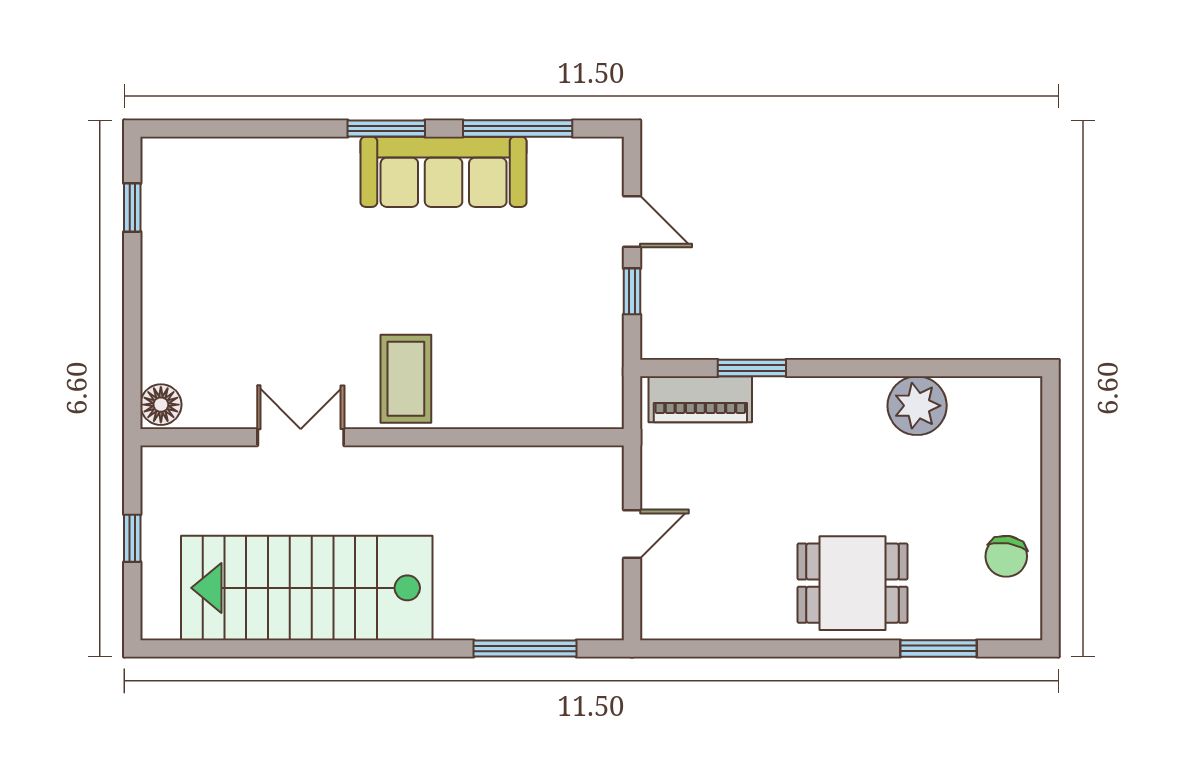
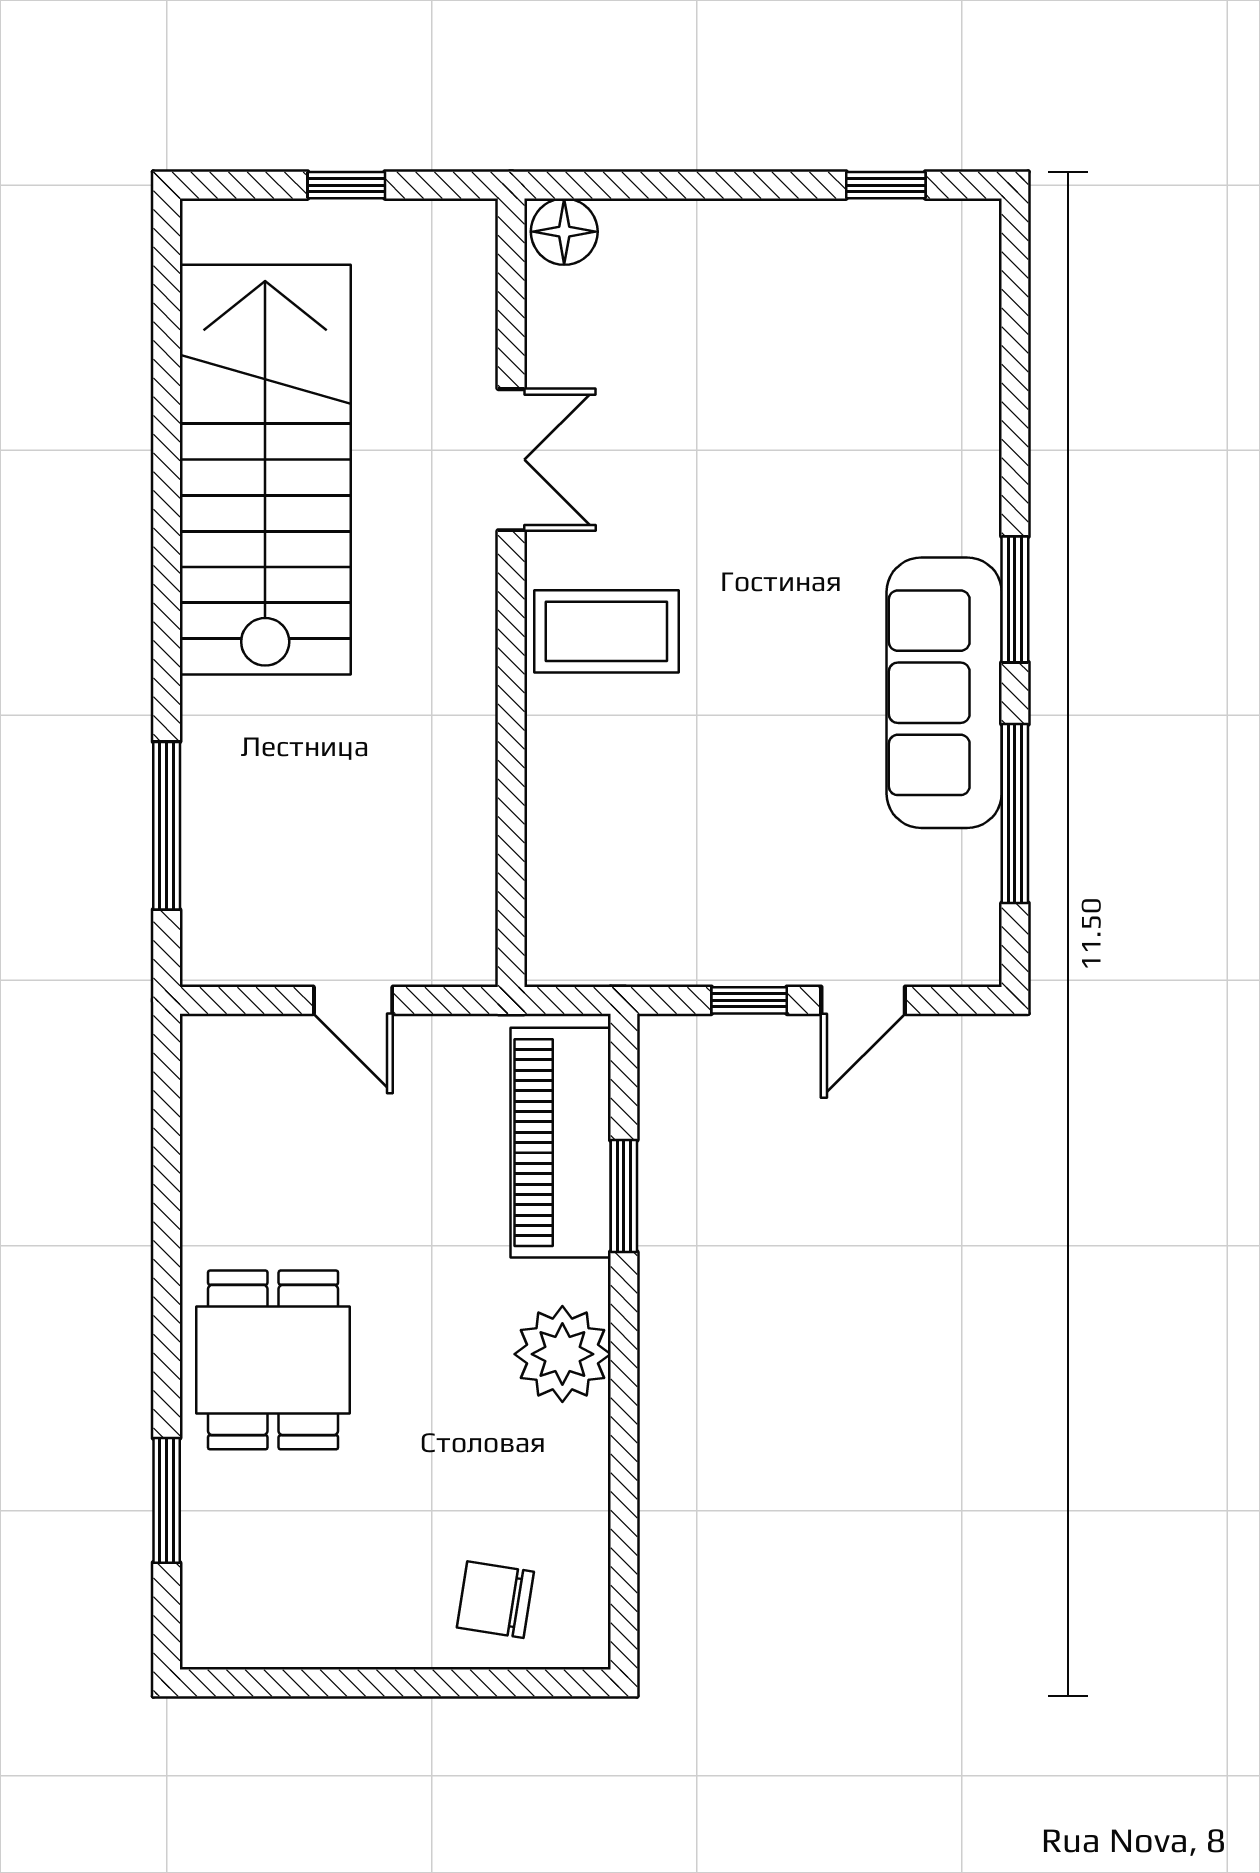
piano: (700, 399) -> (561, 1143), width x1.37, depth x1.33
plant: (917, 406) -> (562, 1354), moved
chair: (1006, 556) -> (495, 1600), moved

